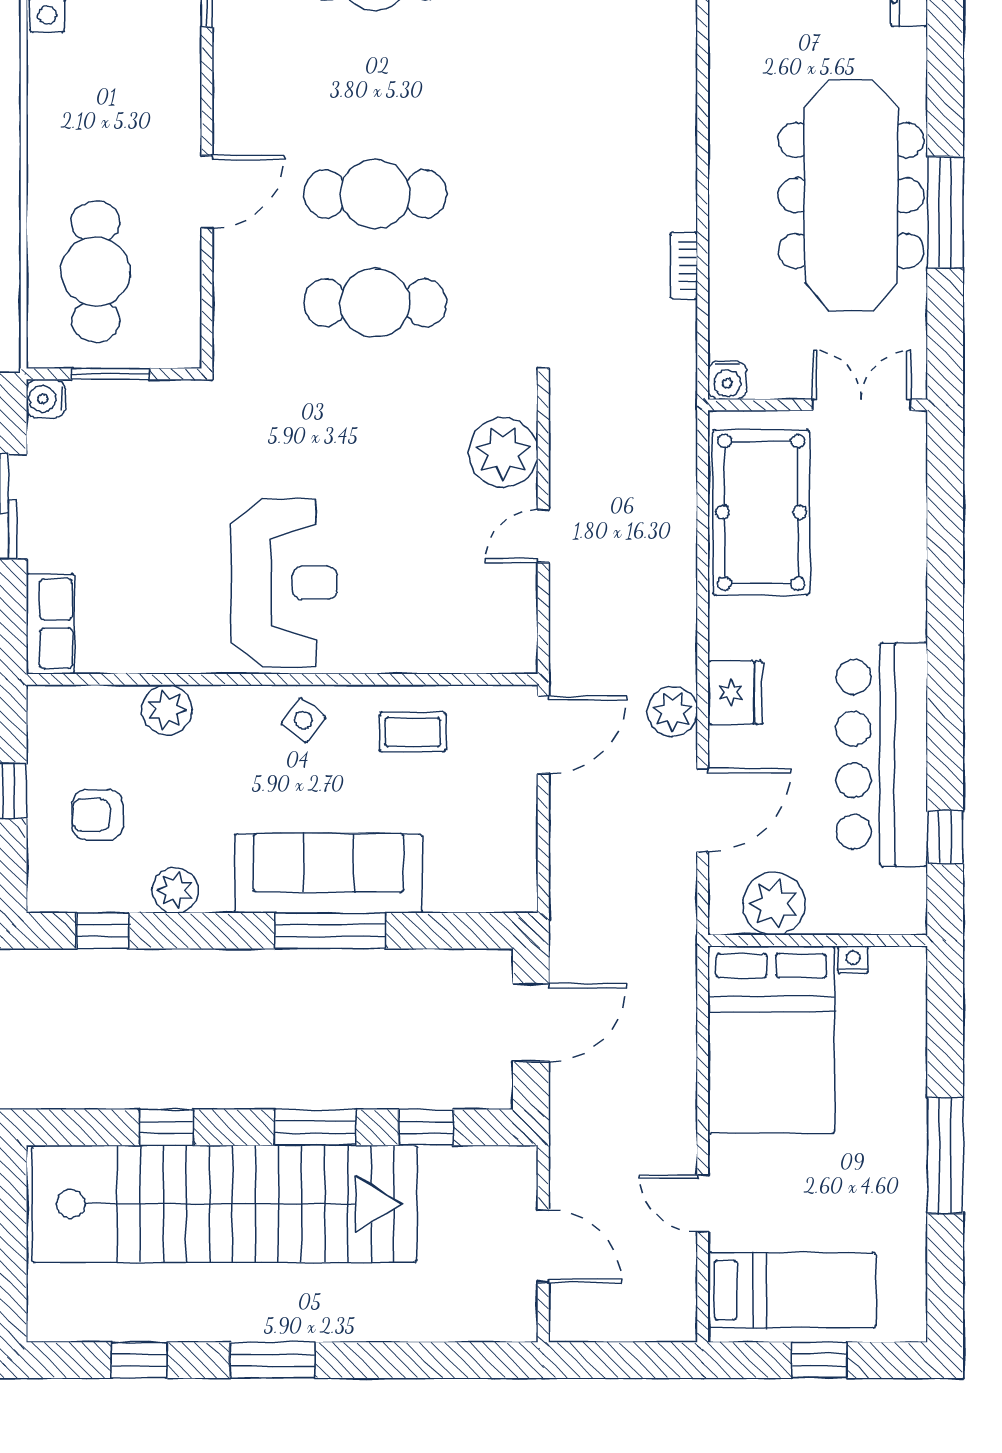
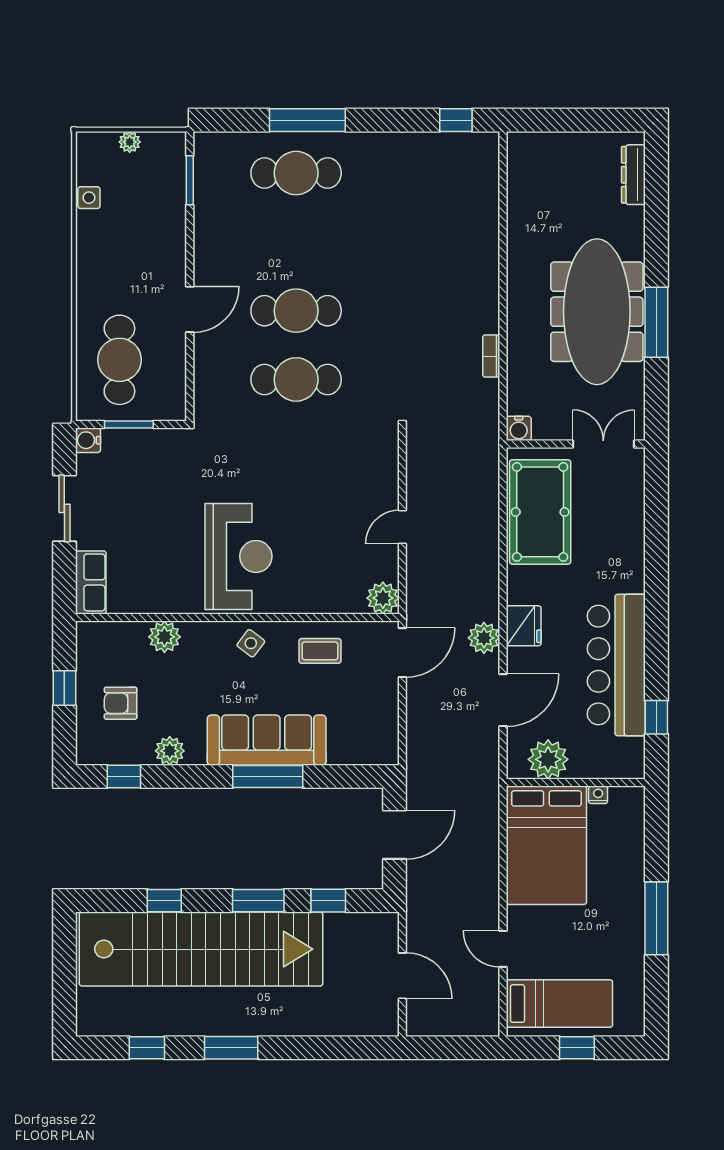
plant: (503, 452) -> (383, 598), moved, width x0.73, depth x0.73

